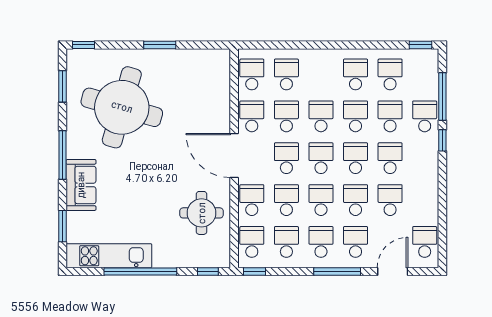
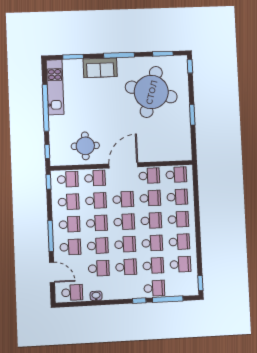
school desk: (321, 74) -> (178, 219), added
washbasin: (432, 206) -> (96, 296), added

